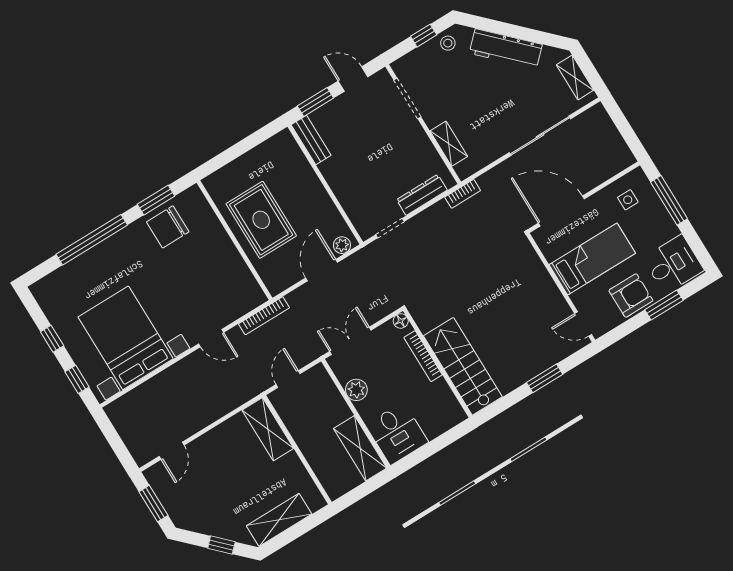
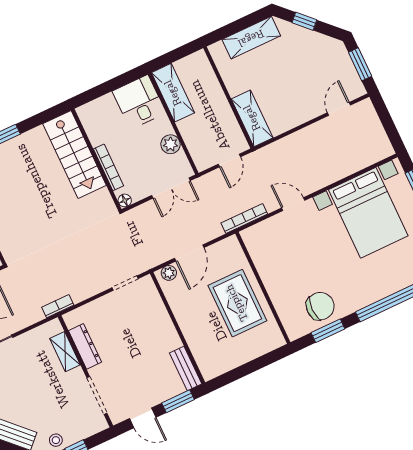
dresser: (422, 195) -> (85, 346), moved, turned -90

